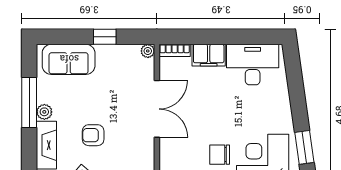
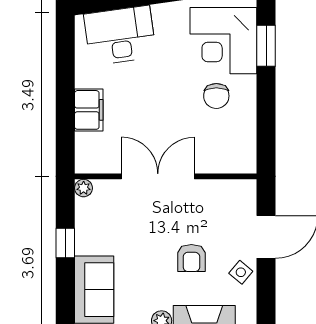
bookcase: (175, 50) -> (83, 154), removed
desk: (253, 65) -> (120, 35), moved, turned 82

